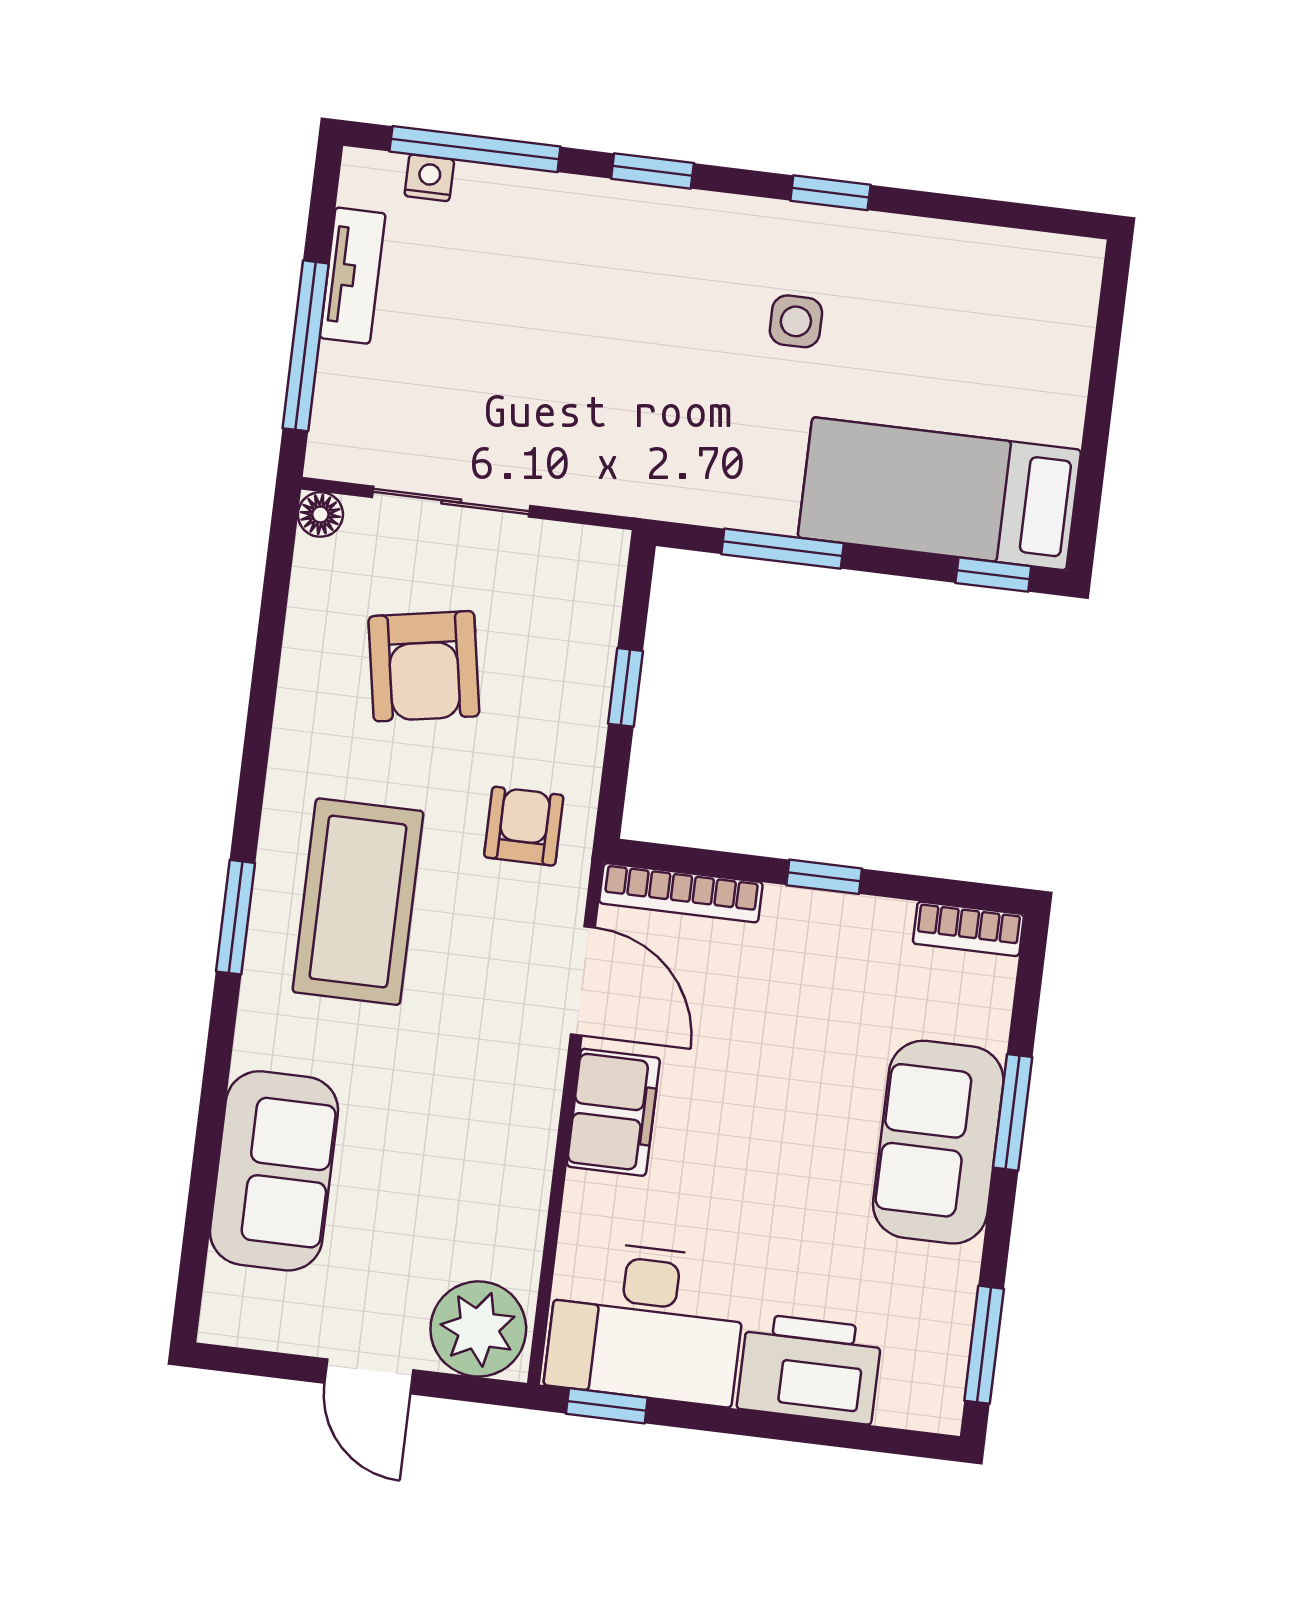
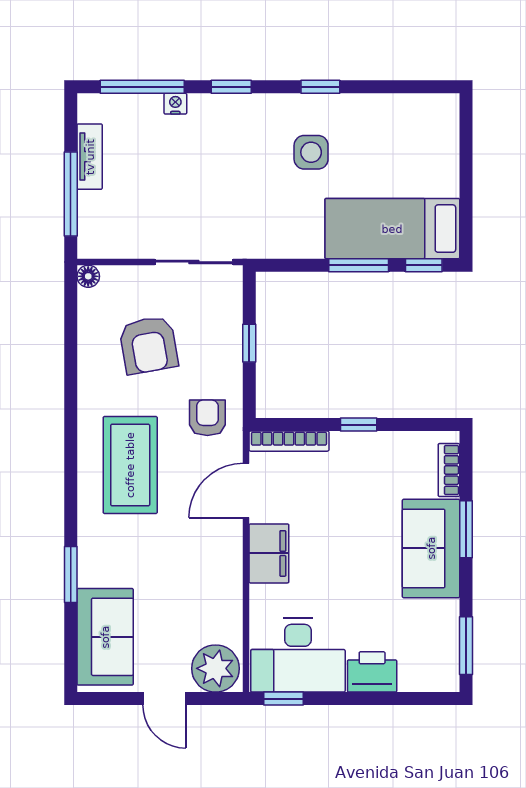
nightstand: (429, 178) -> (175, 104), moved
side table: (796, 321) -> (311, 152), width x1.37, depth x1.37
sliding door: (451, 502) -> (194, 262), moved
window: (783, 549) -> (359, 265), moved
window: (235, 917) -> (71, 575), moved
bookcase: (968, 929) -> (449, 470), moved, turned 90
door: (583, 981) -> (246, 491), swing flipped
sofa: (274, 1171) -> (105, 637), moved
printer: (810, 1369) -> (372, 672), width x0.73, depth x0.84

